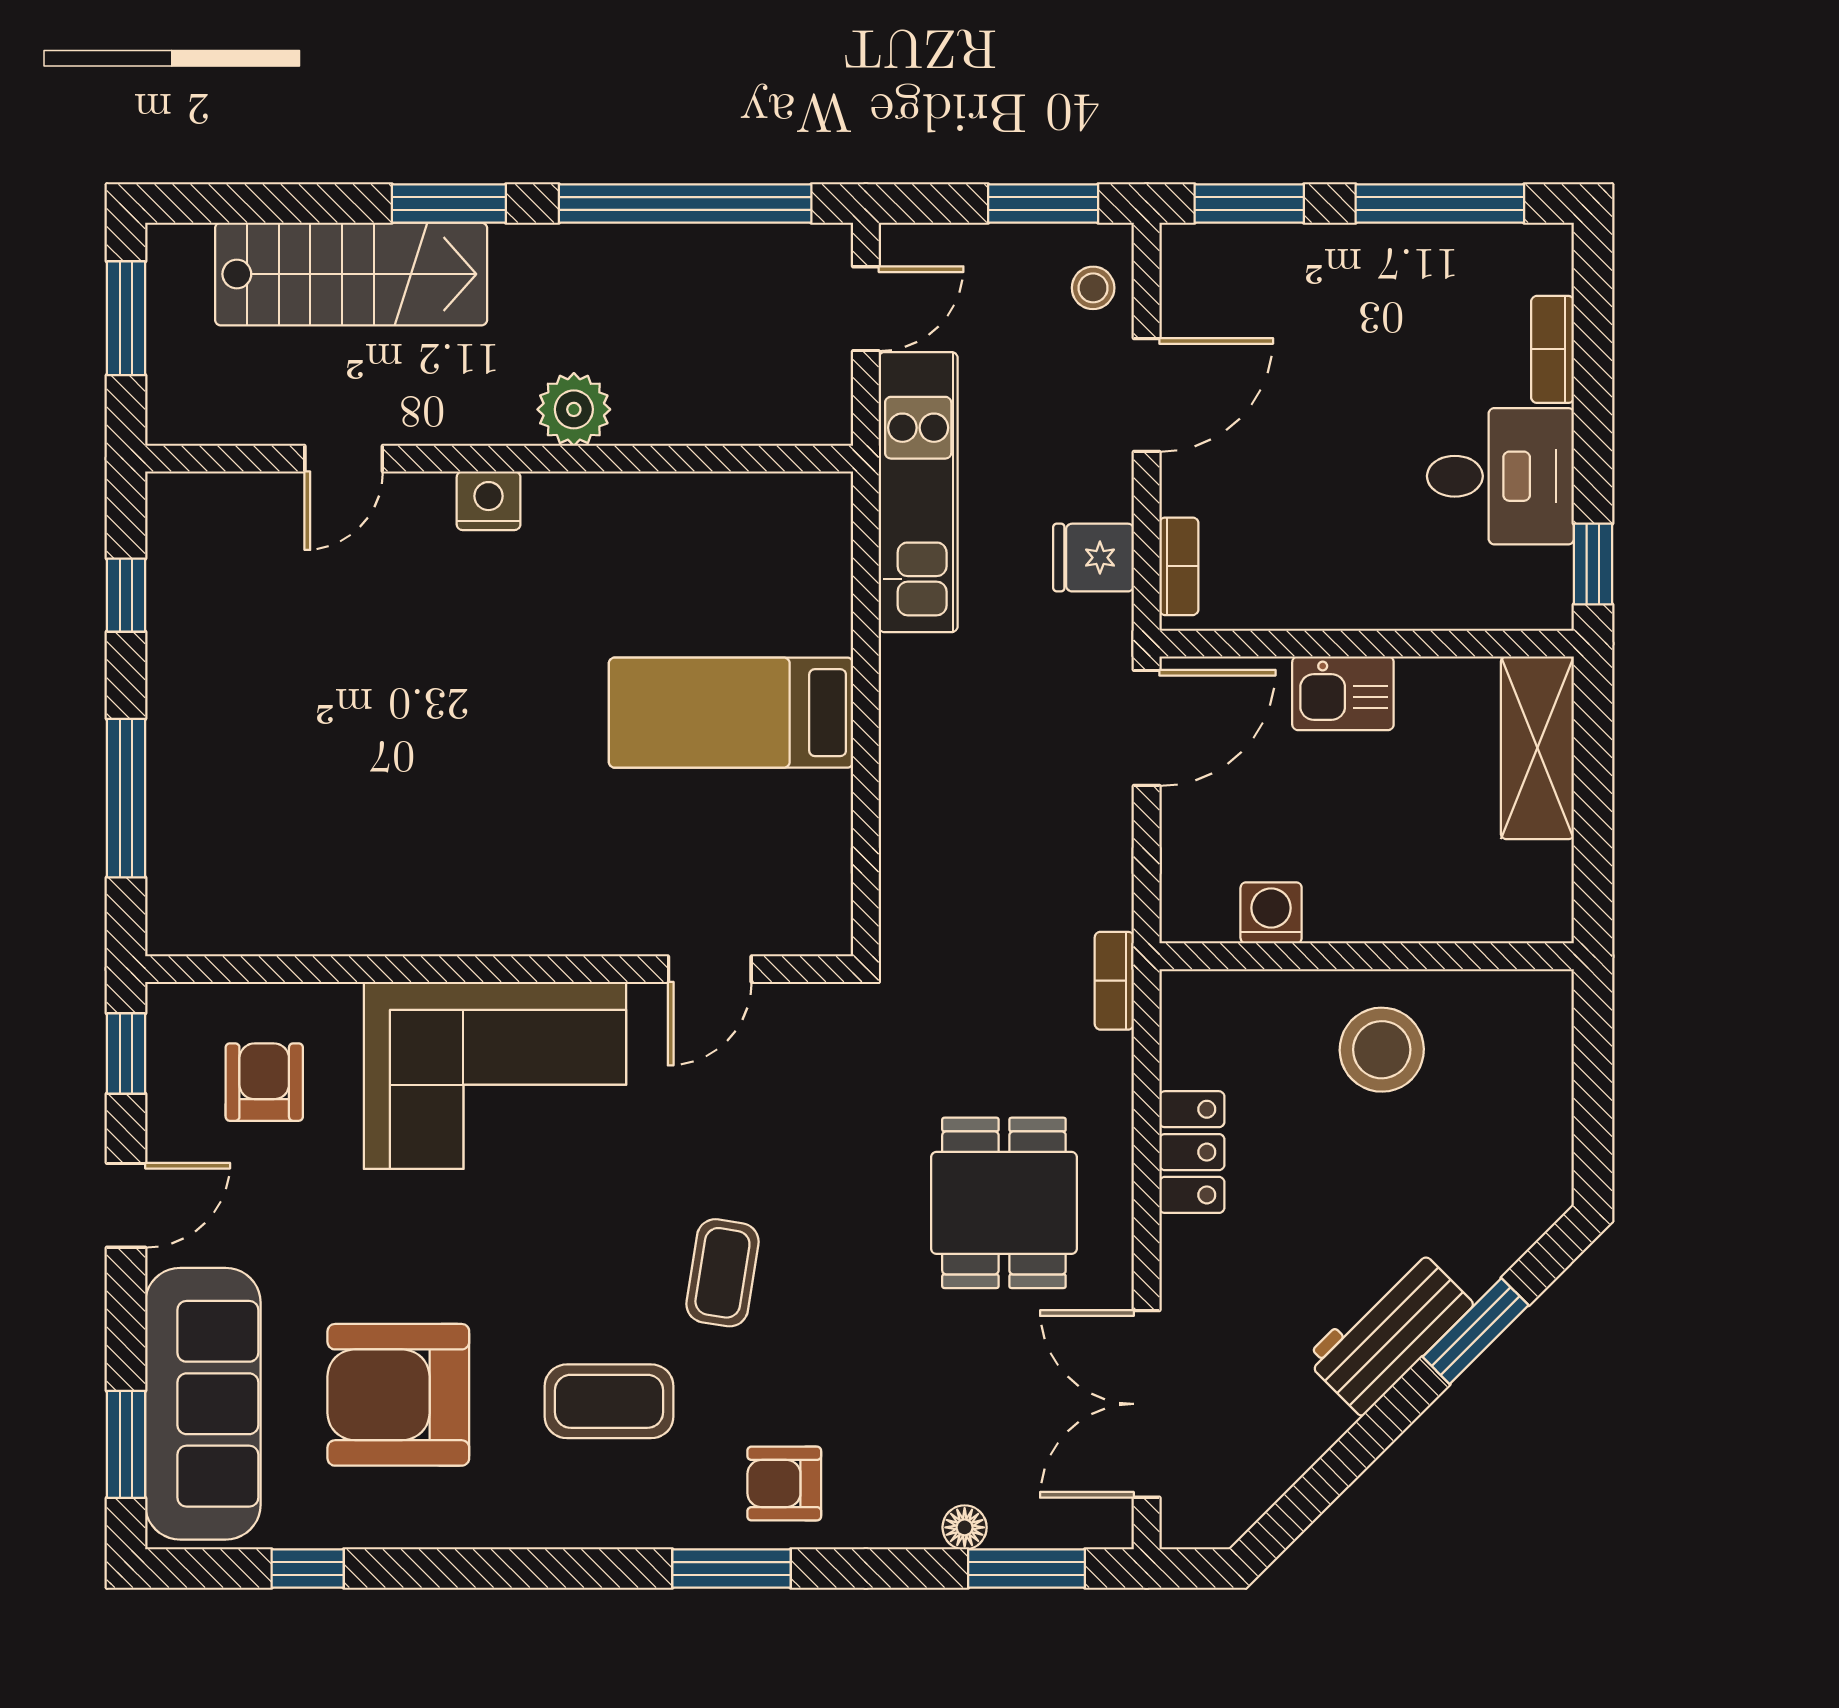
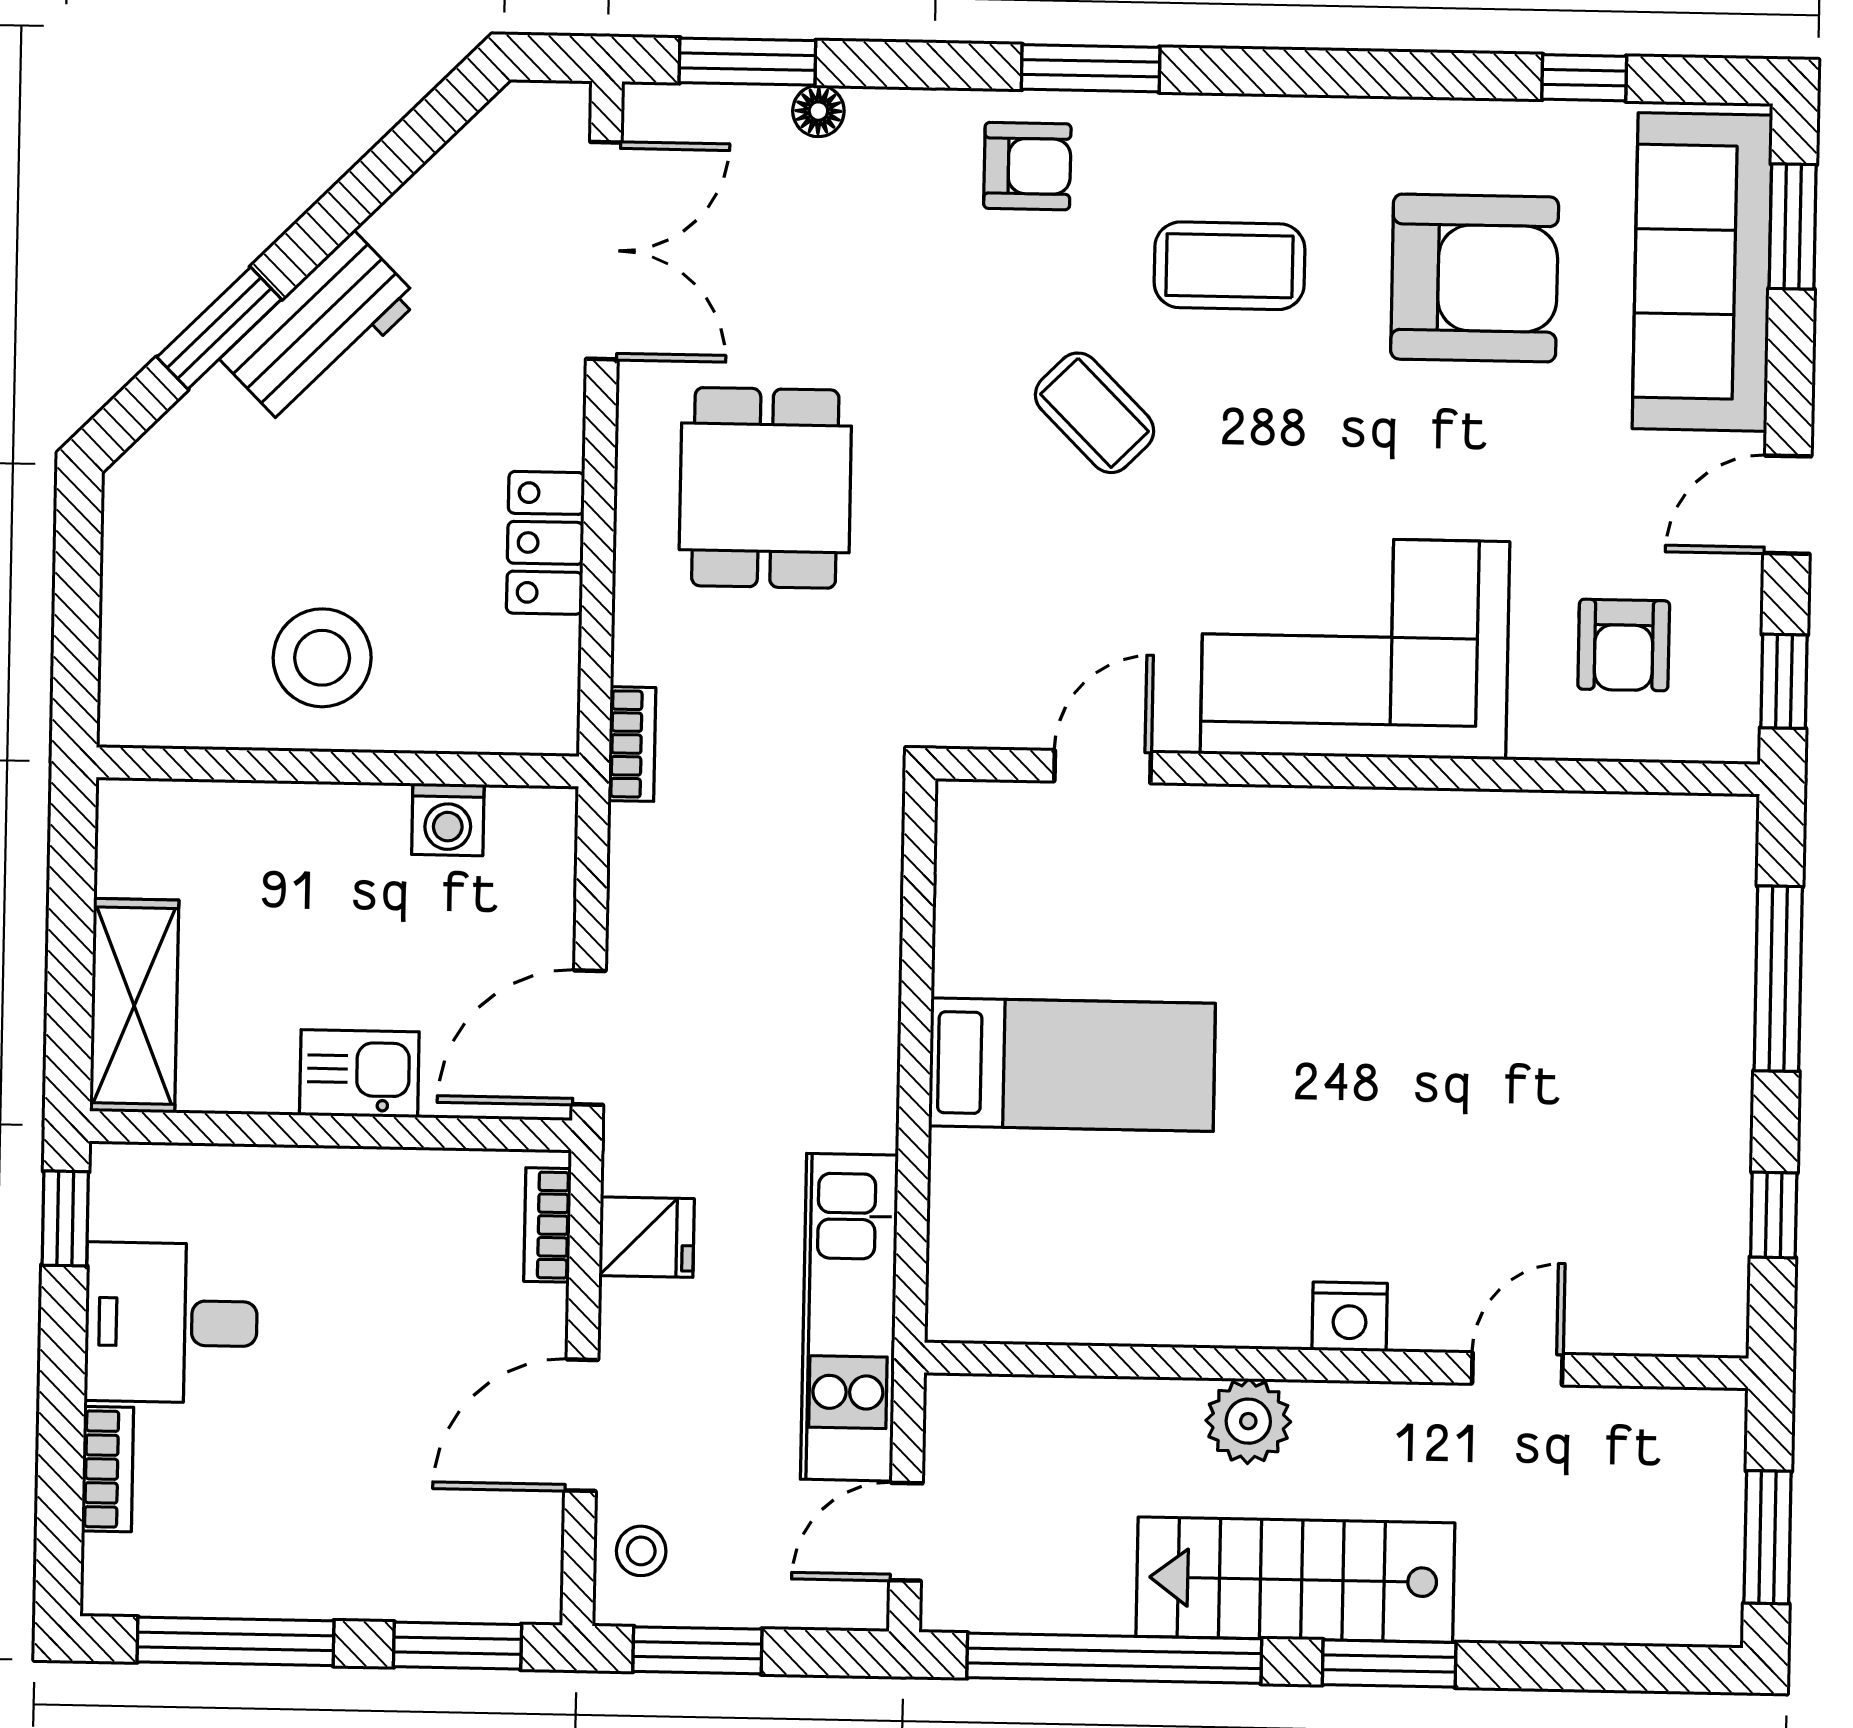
stairs: (351, 274) -> (1295, 1580), moved
coffee table: (722, 1273) -> (1095, 413), turned -54

